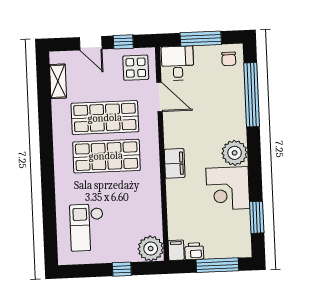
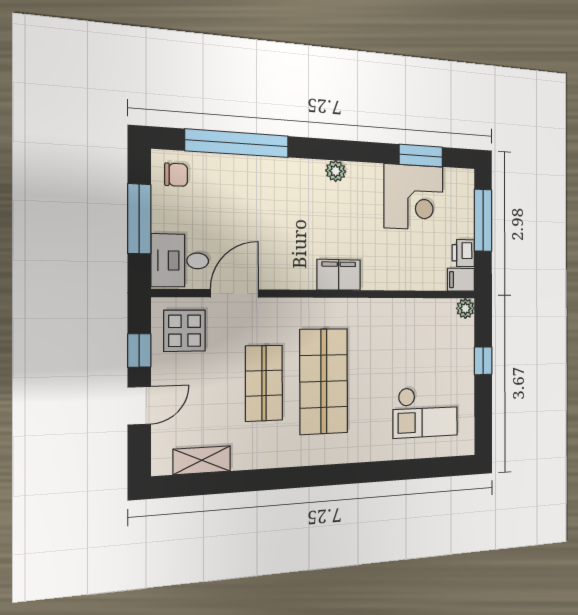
shop shelf: (105, 118) -> (264, 383), width x0.70, depth x0.74
plant: (235, 153) -> (336, 171), width x0.53, depth x0.53
corner desk: (228, 188) -> (414, 197), moved
plant: (151, 249) -> (465, 308), width x0.53, depth x0.53

